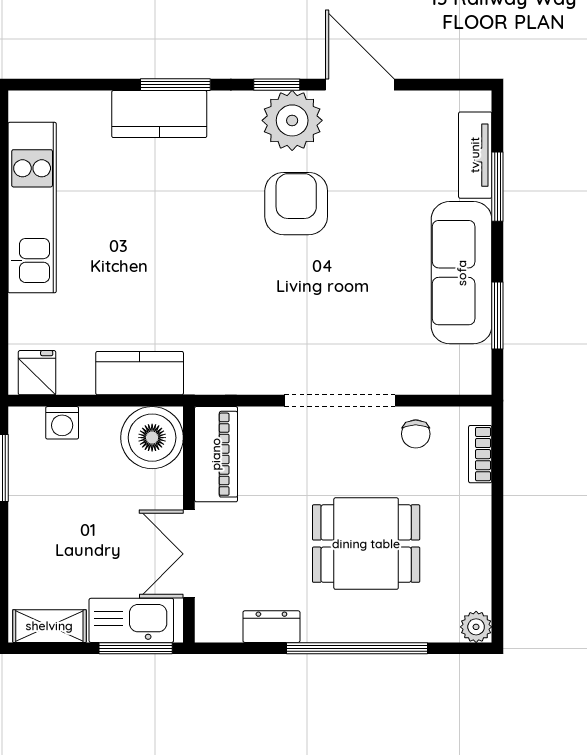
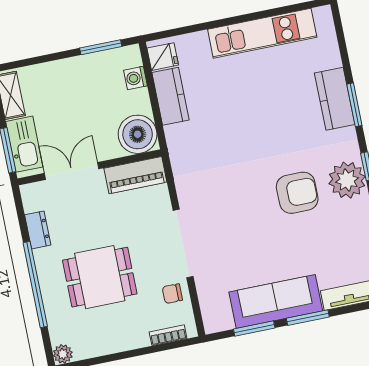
window: (497, 187) -> (308, 318), moved
kitchen counter: (140, 373) -> (171, 96), moved
dining table: (366, 544) -> (100, 277), turned 90

